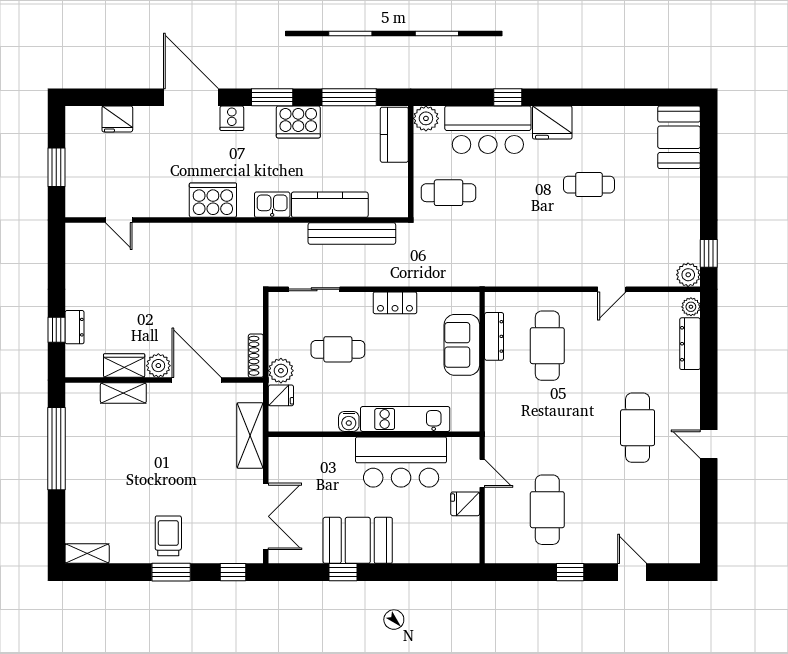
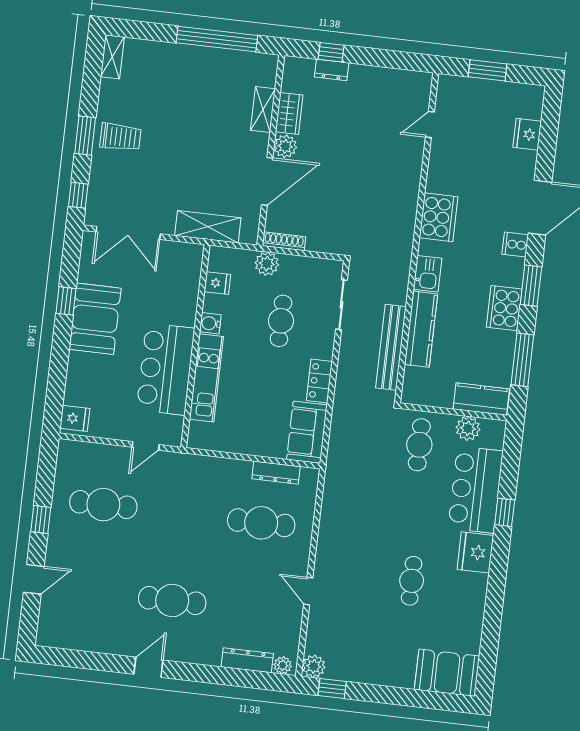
plant: (426, 118) -> (468, 428), moved
sofa: (462, 345) -> (307, 432), moved, turned -90
fridge: (281, 395) -> (217, 283), moved, turned -90
fridge: (465, 504) -> (75, 418), moved, turned 90

